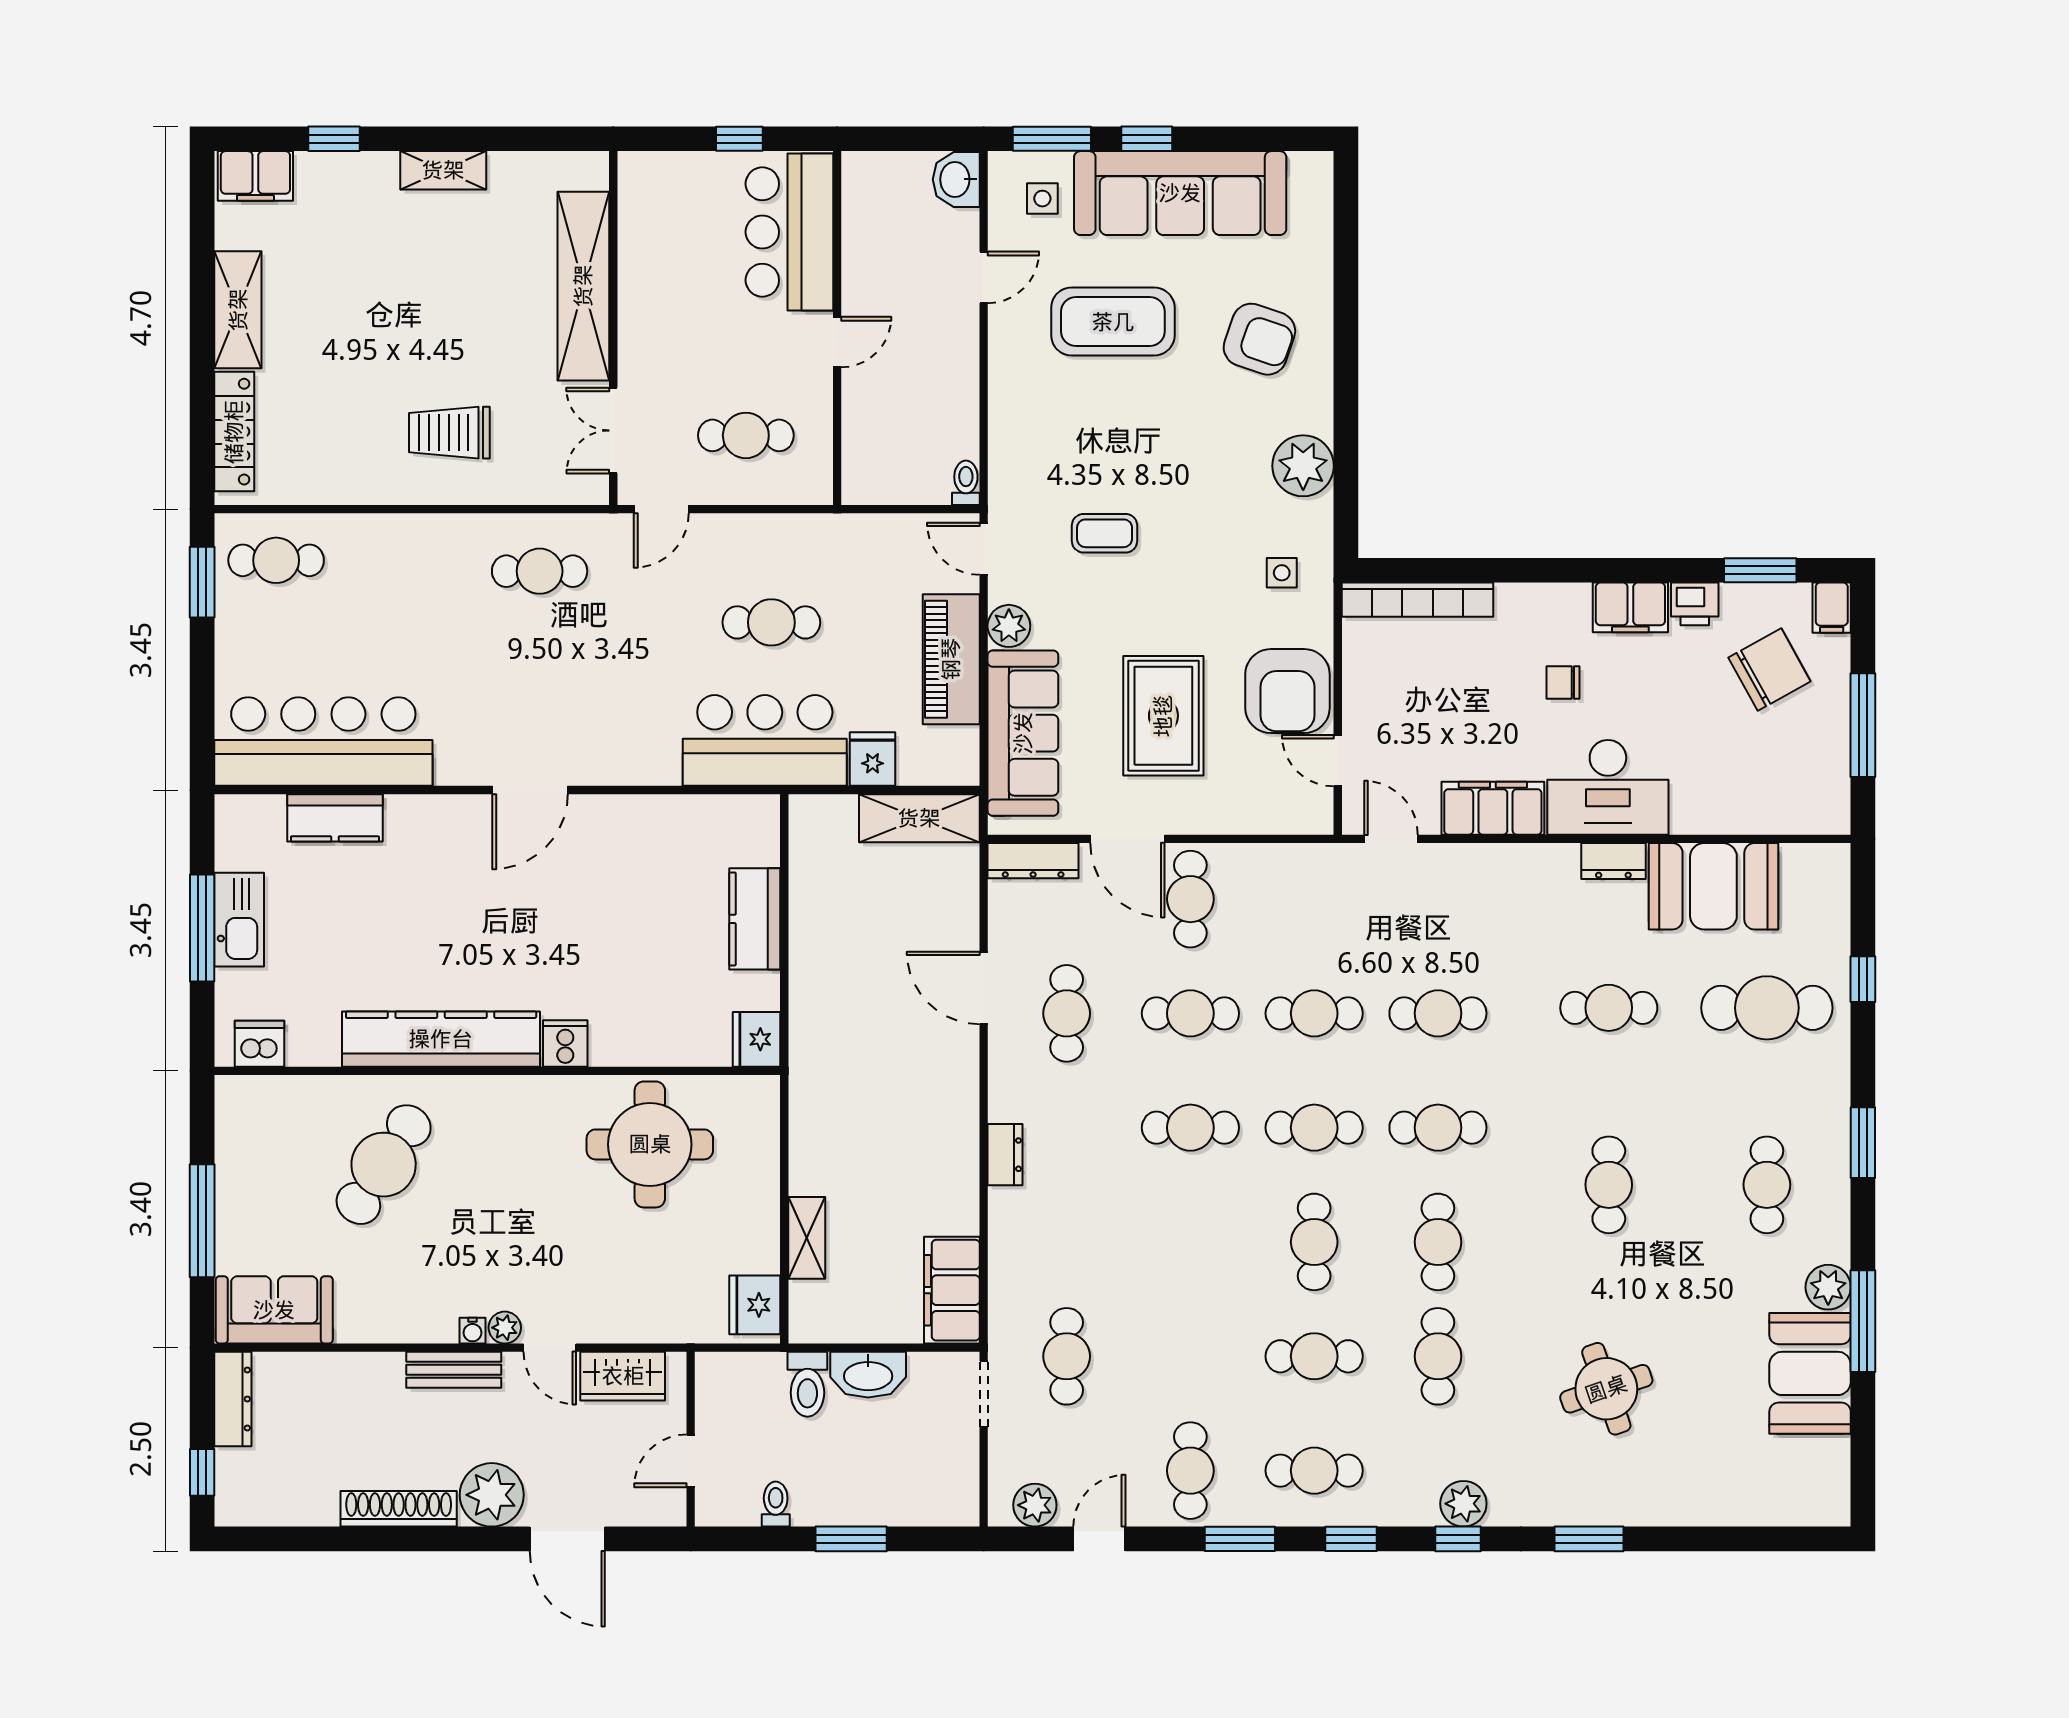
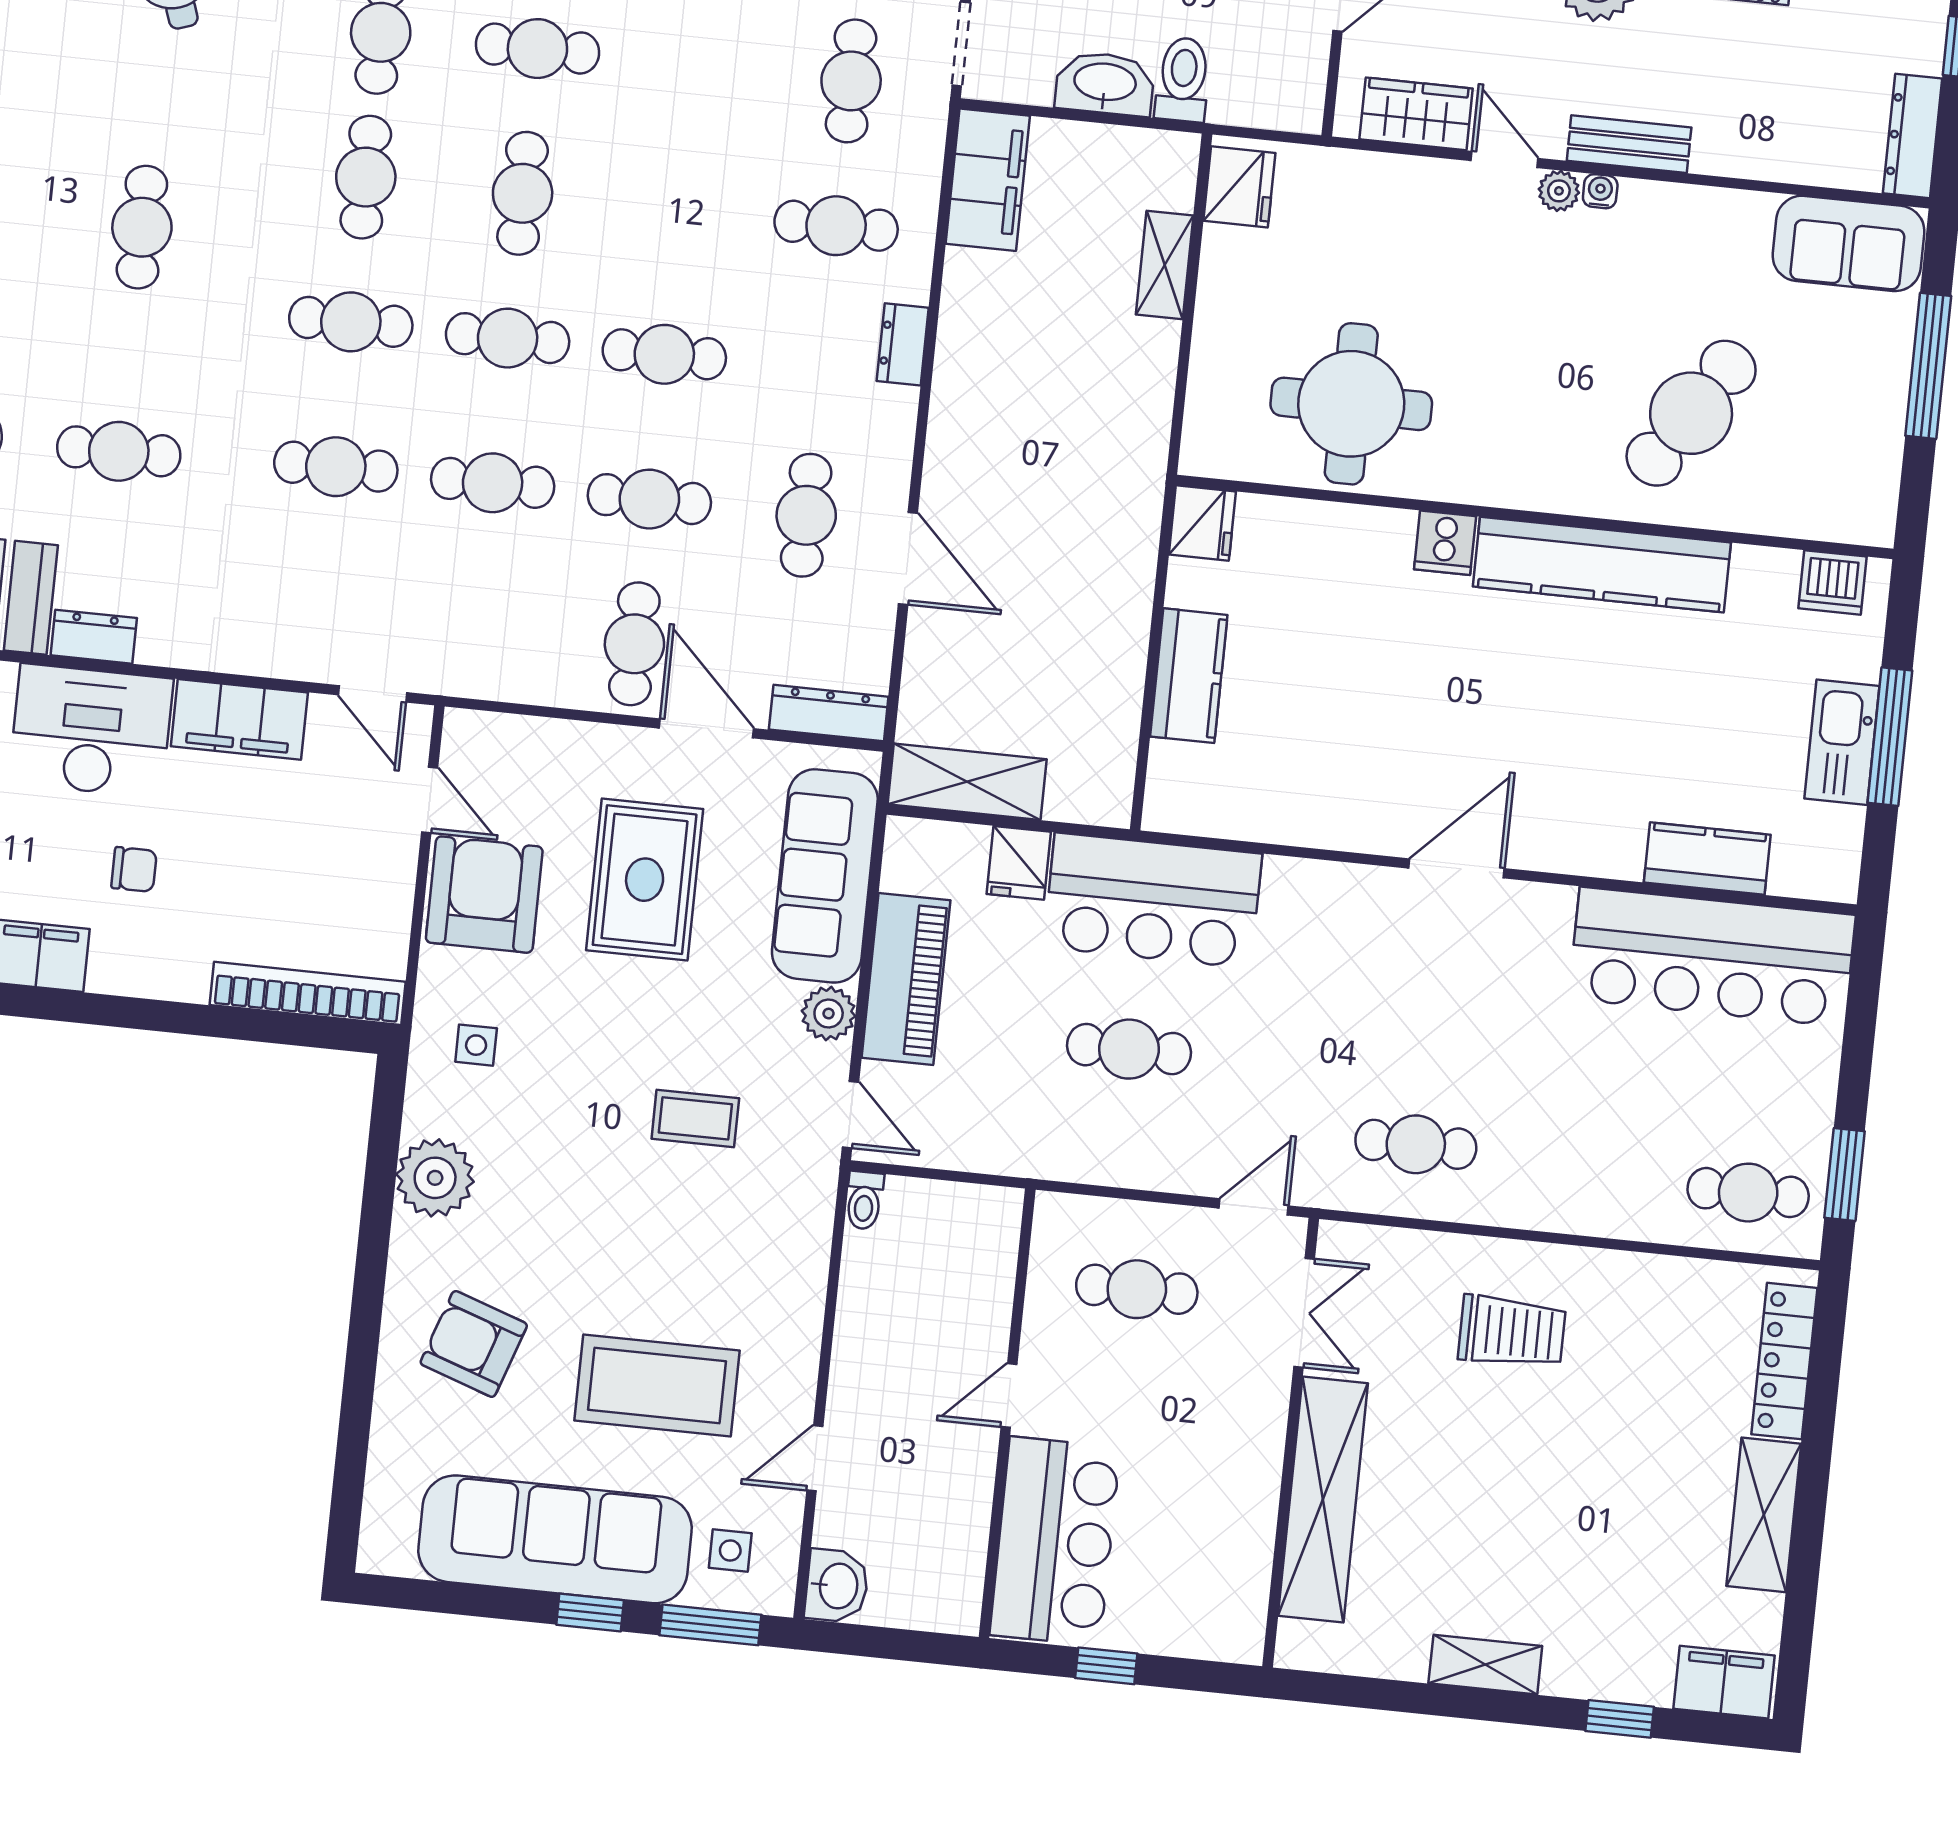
cafe table: (1067, 1242) -> (836, 226), added

